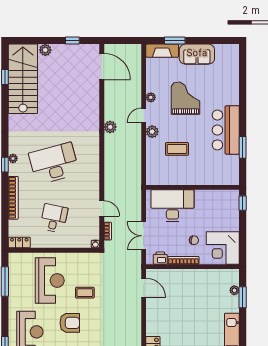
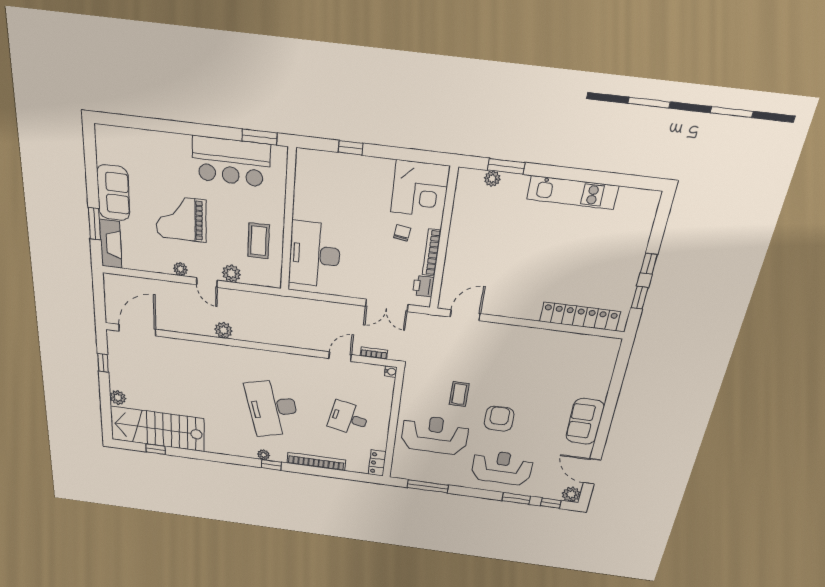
wall: (193, 187) -> (288, 221), moved
desk: (172, 206) -> (315, 255), moved

